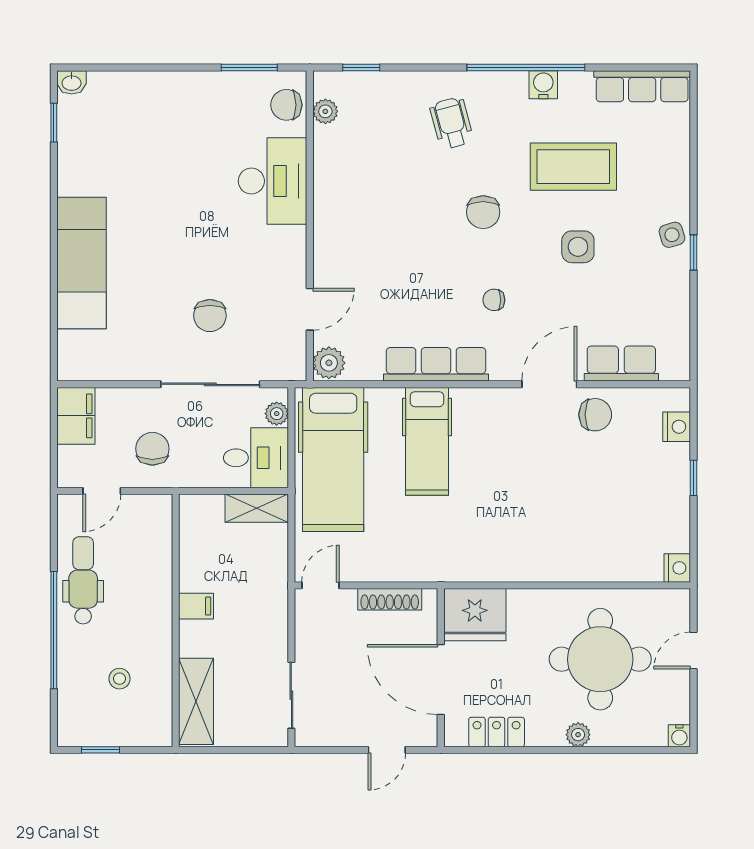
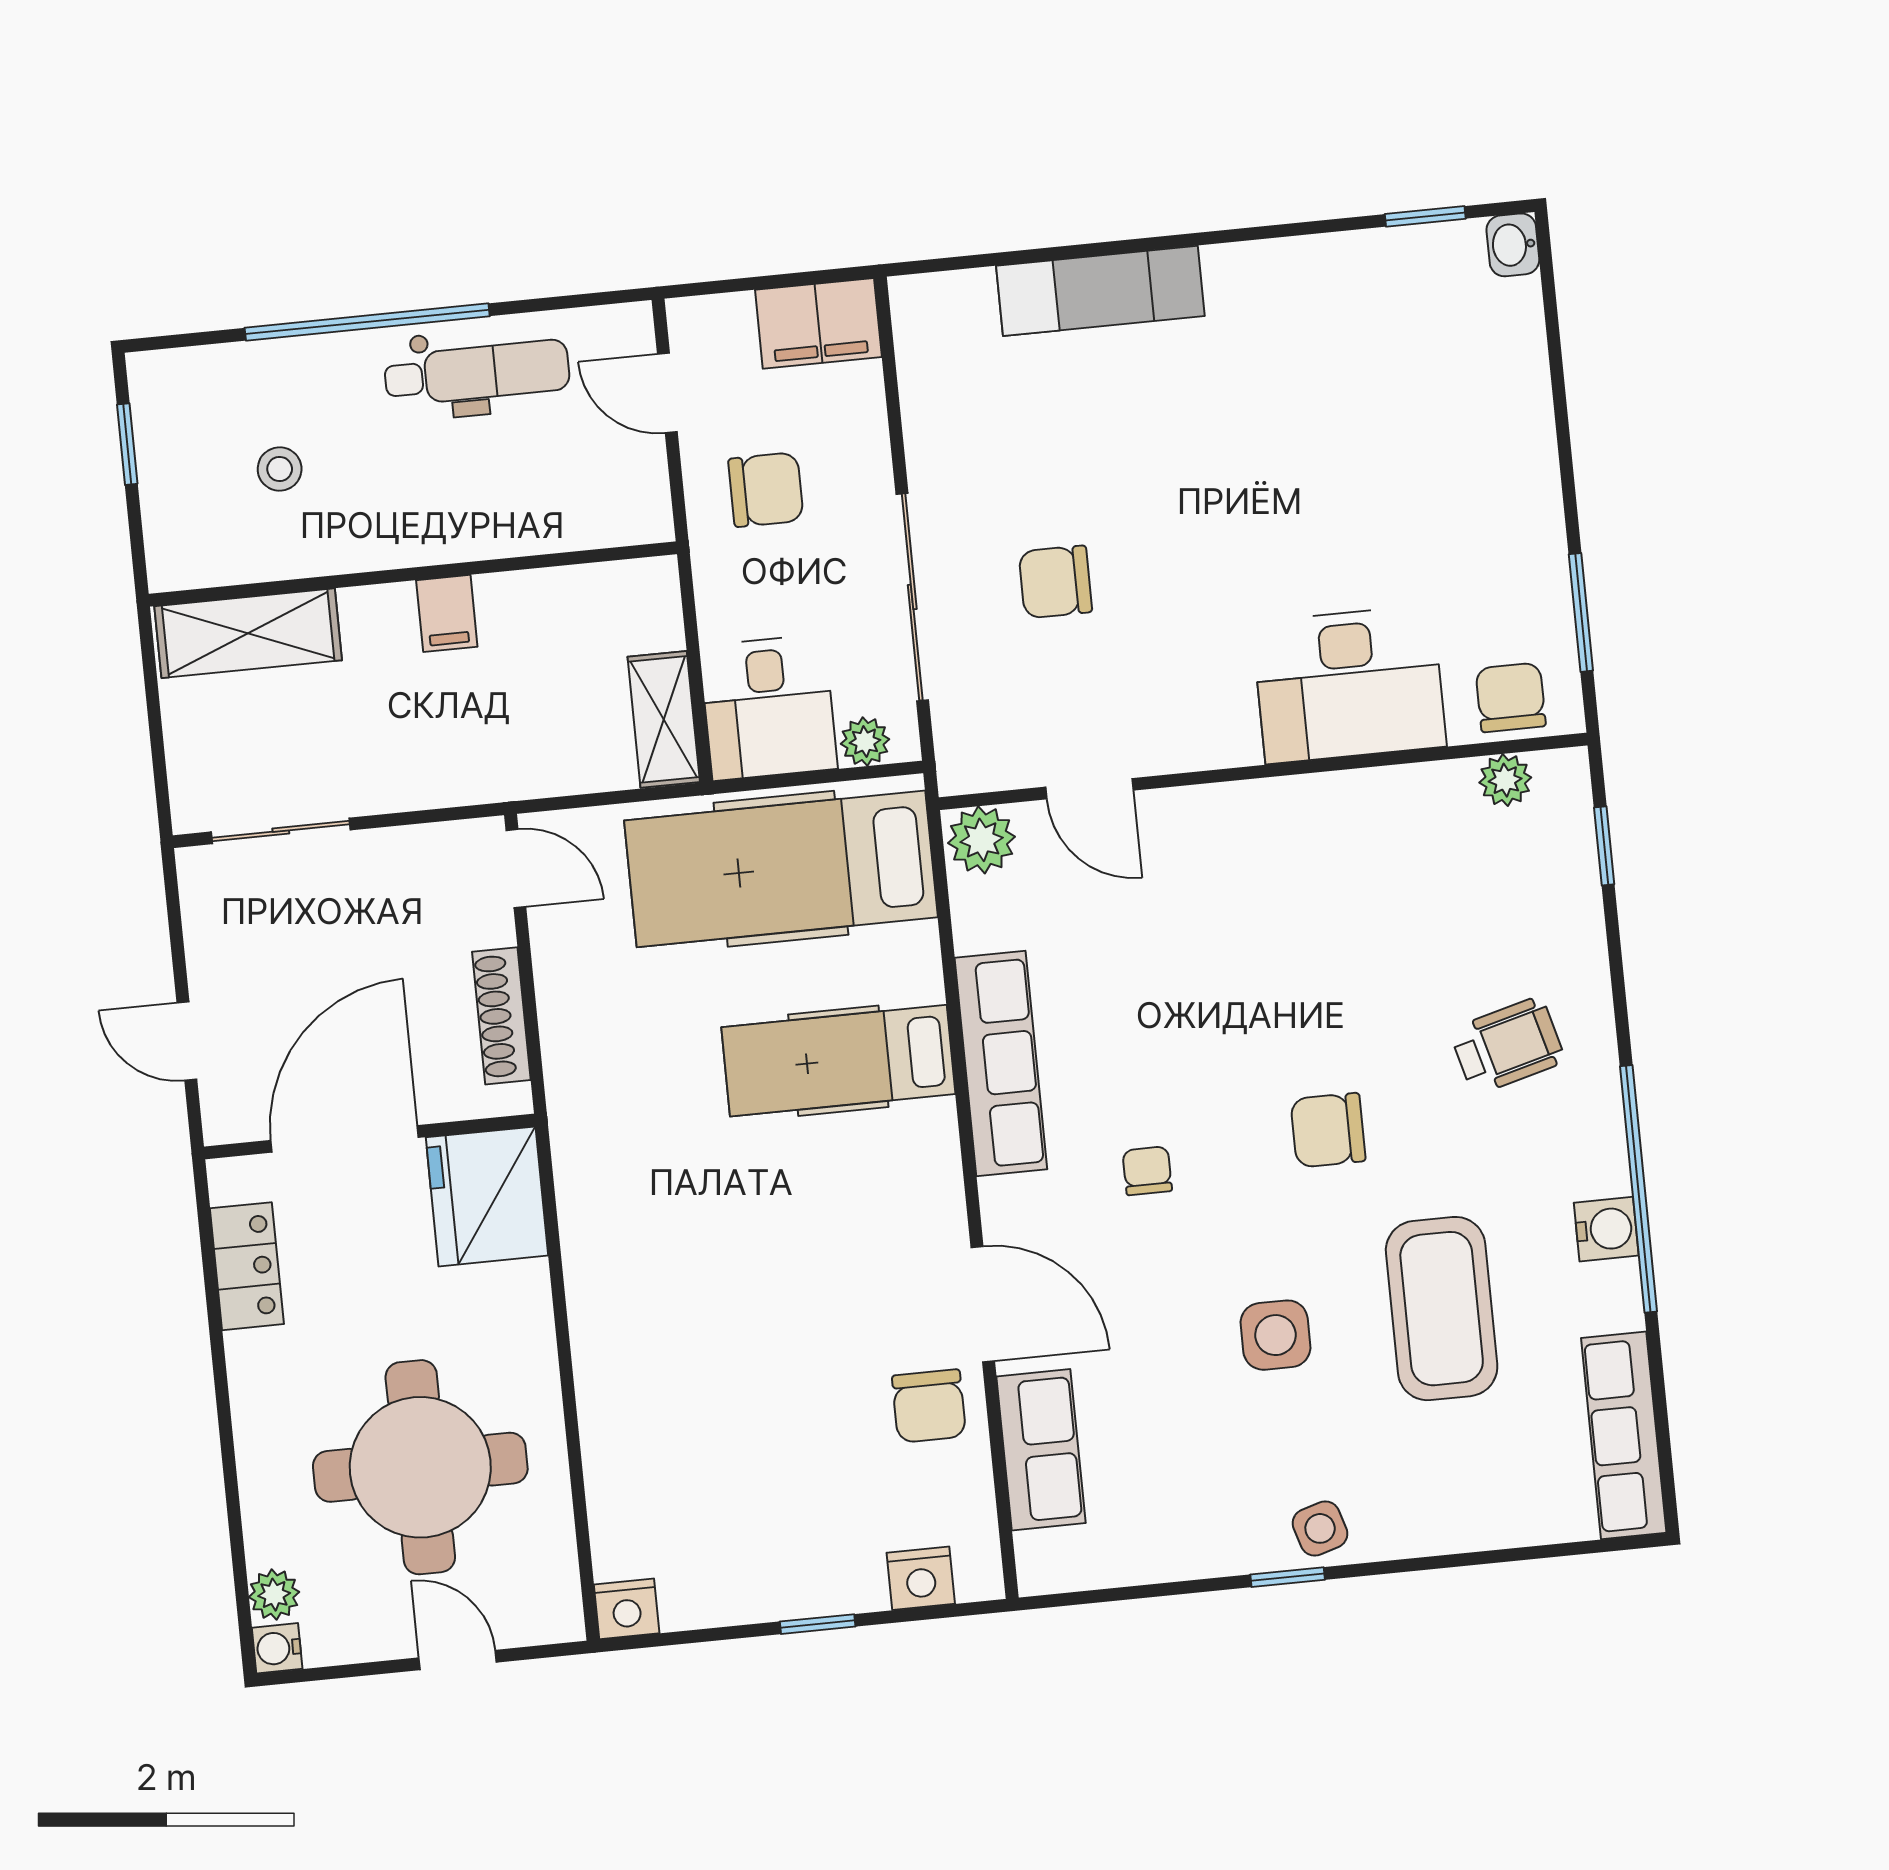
exam couch: (82, 263) -> (1100, 291), width x0.73, depth x0.69
plant: (578, 735) -> (274, 1595), moved

